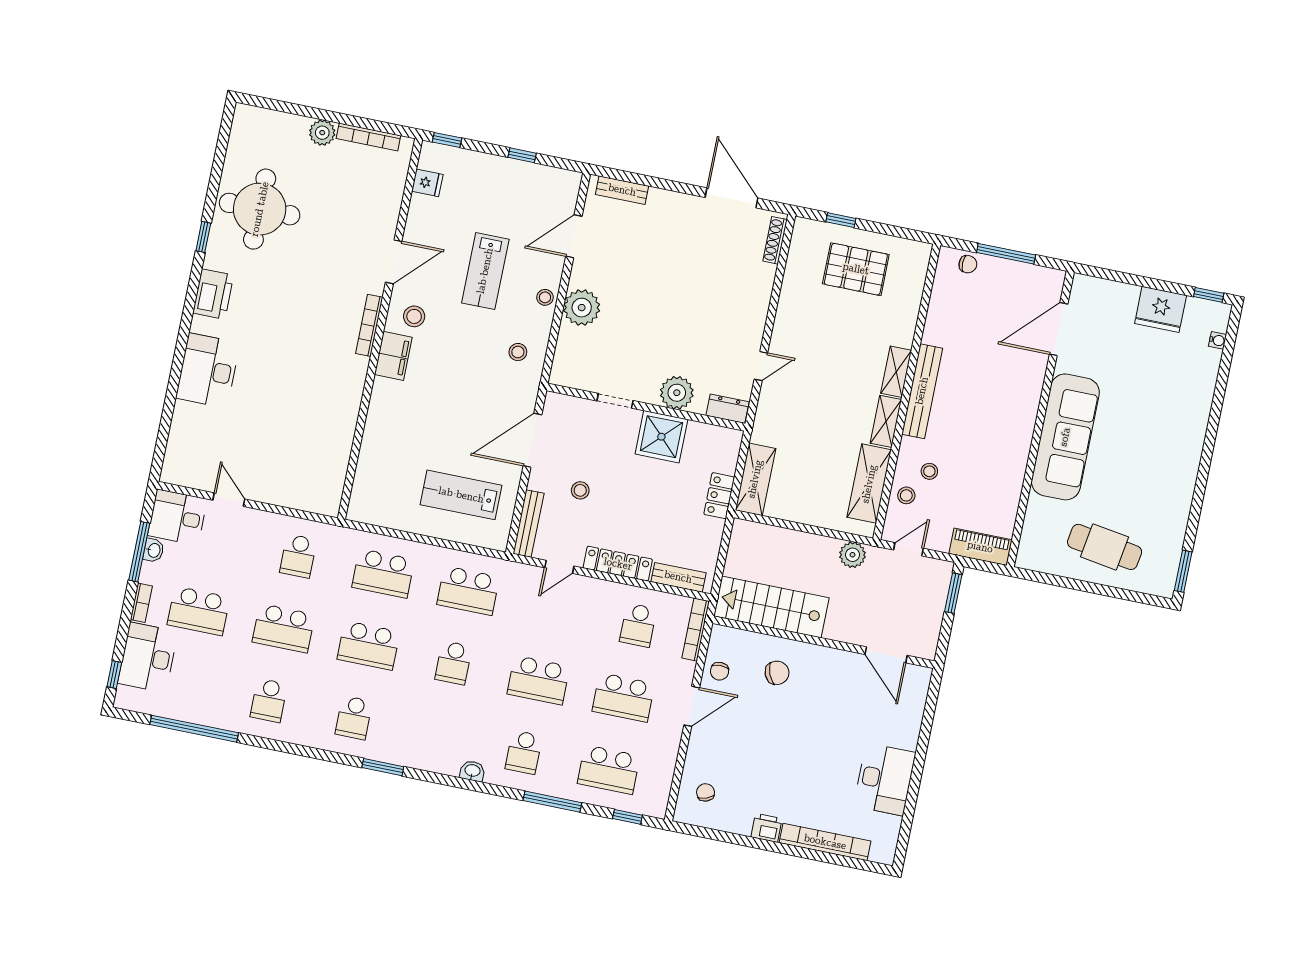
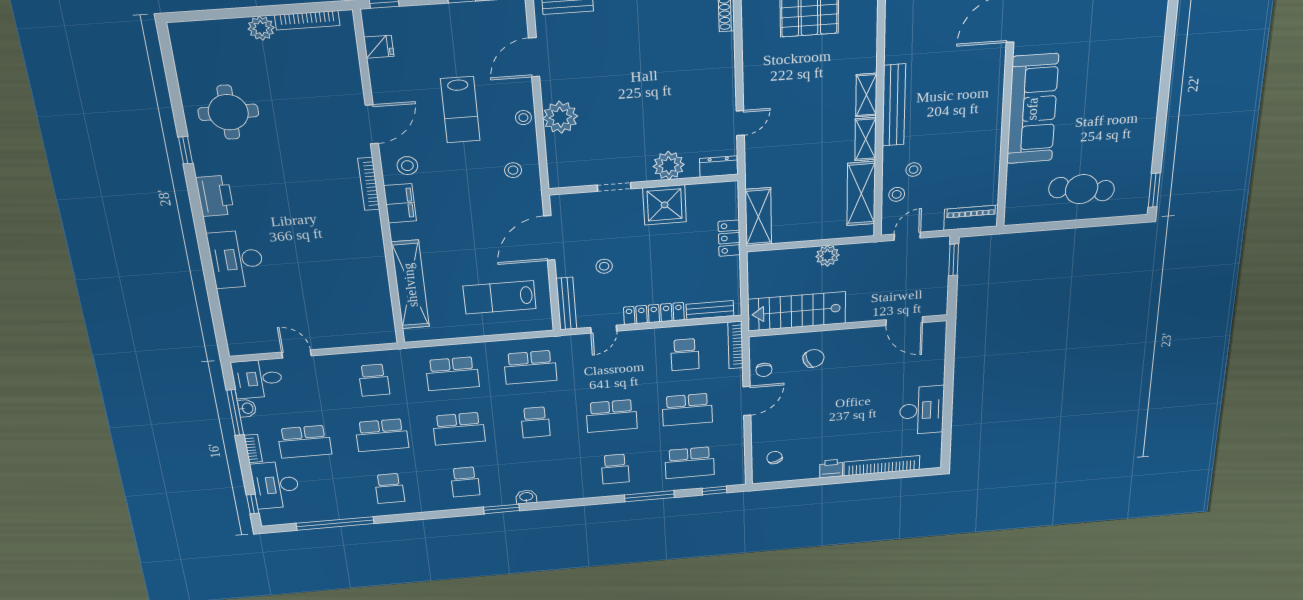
round table: (260, 209) -> (228, 112), width x0.73, depth x0.73
shelving: (374, 452) -> (410, 285), added
plant: (853, 555) -> (827, 256), moved
washbasin: (472, 771) -> (526, 497), moved

